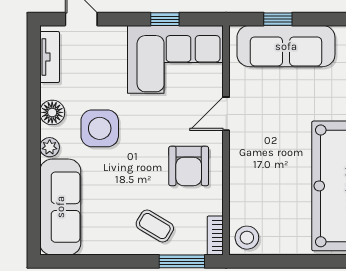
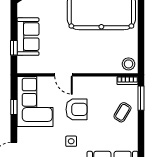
sofa: (286, 46) -> (28, 37), width x0.73
side table: (100, 128) -> (71, 141), width x0.54, depth x0.54
armchair: (189, 166) -> (76, 109), moved

